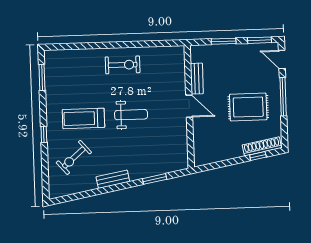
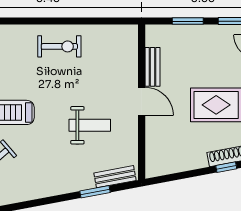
weight bench: (131, 115) -> (90, 125), moved
bench: (113, 179) -> (115, 177), moved

